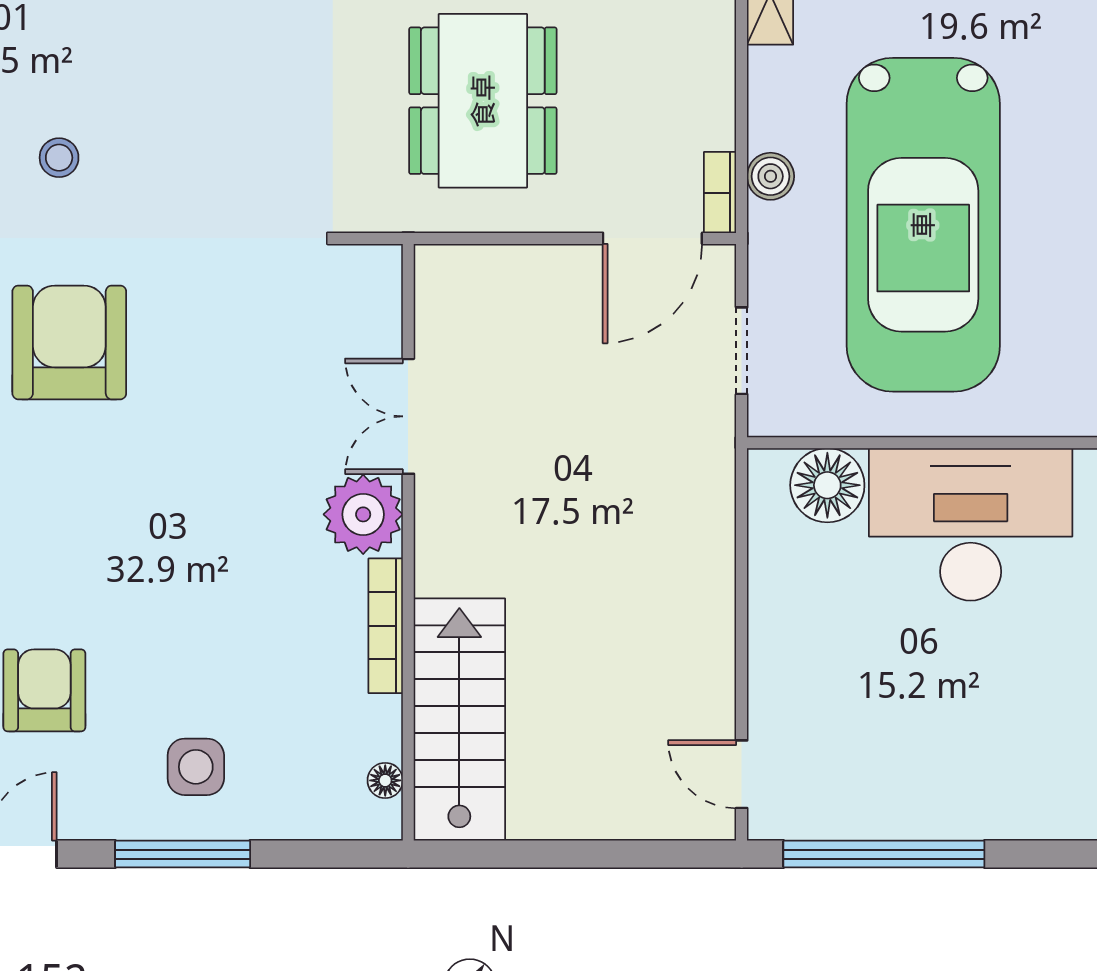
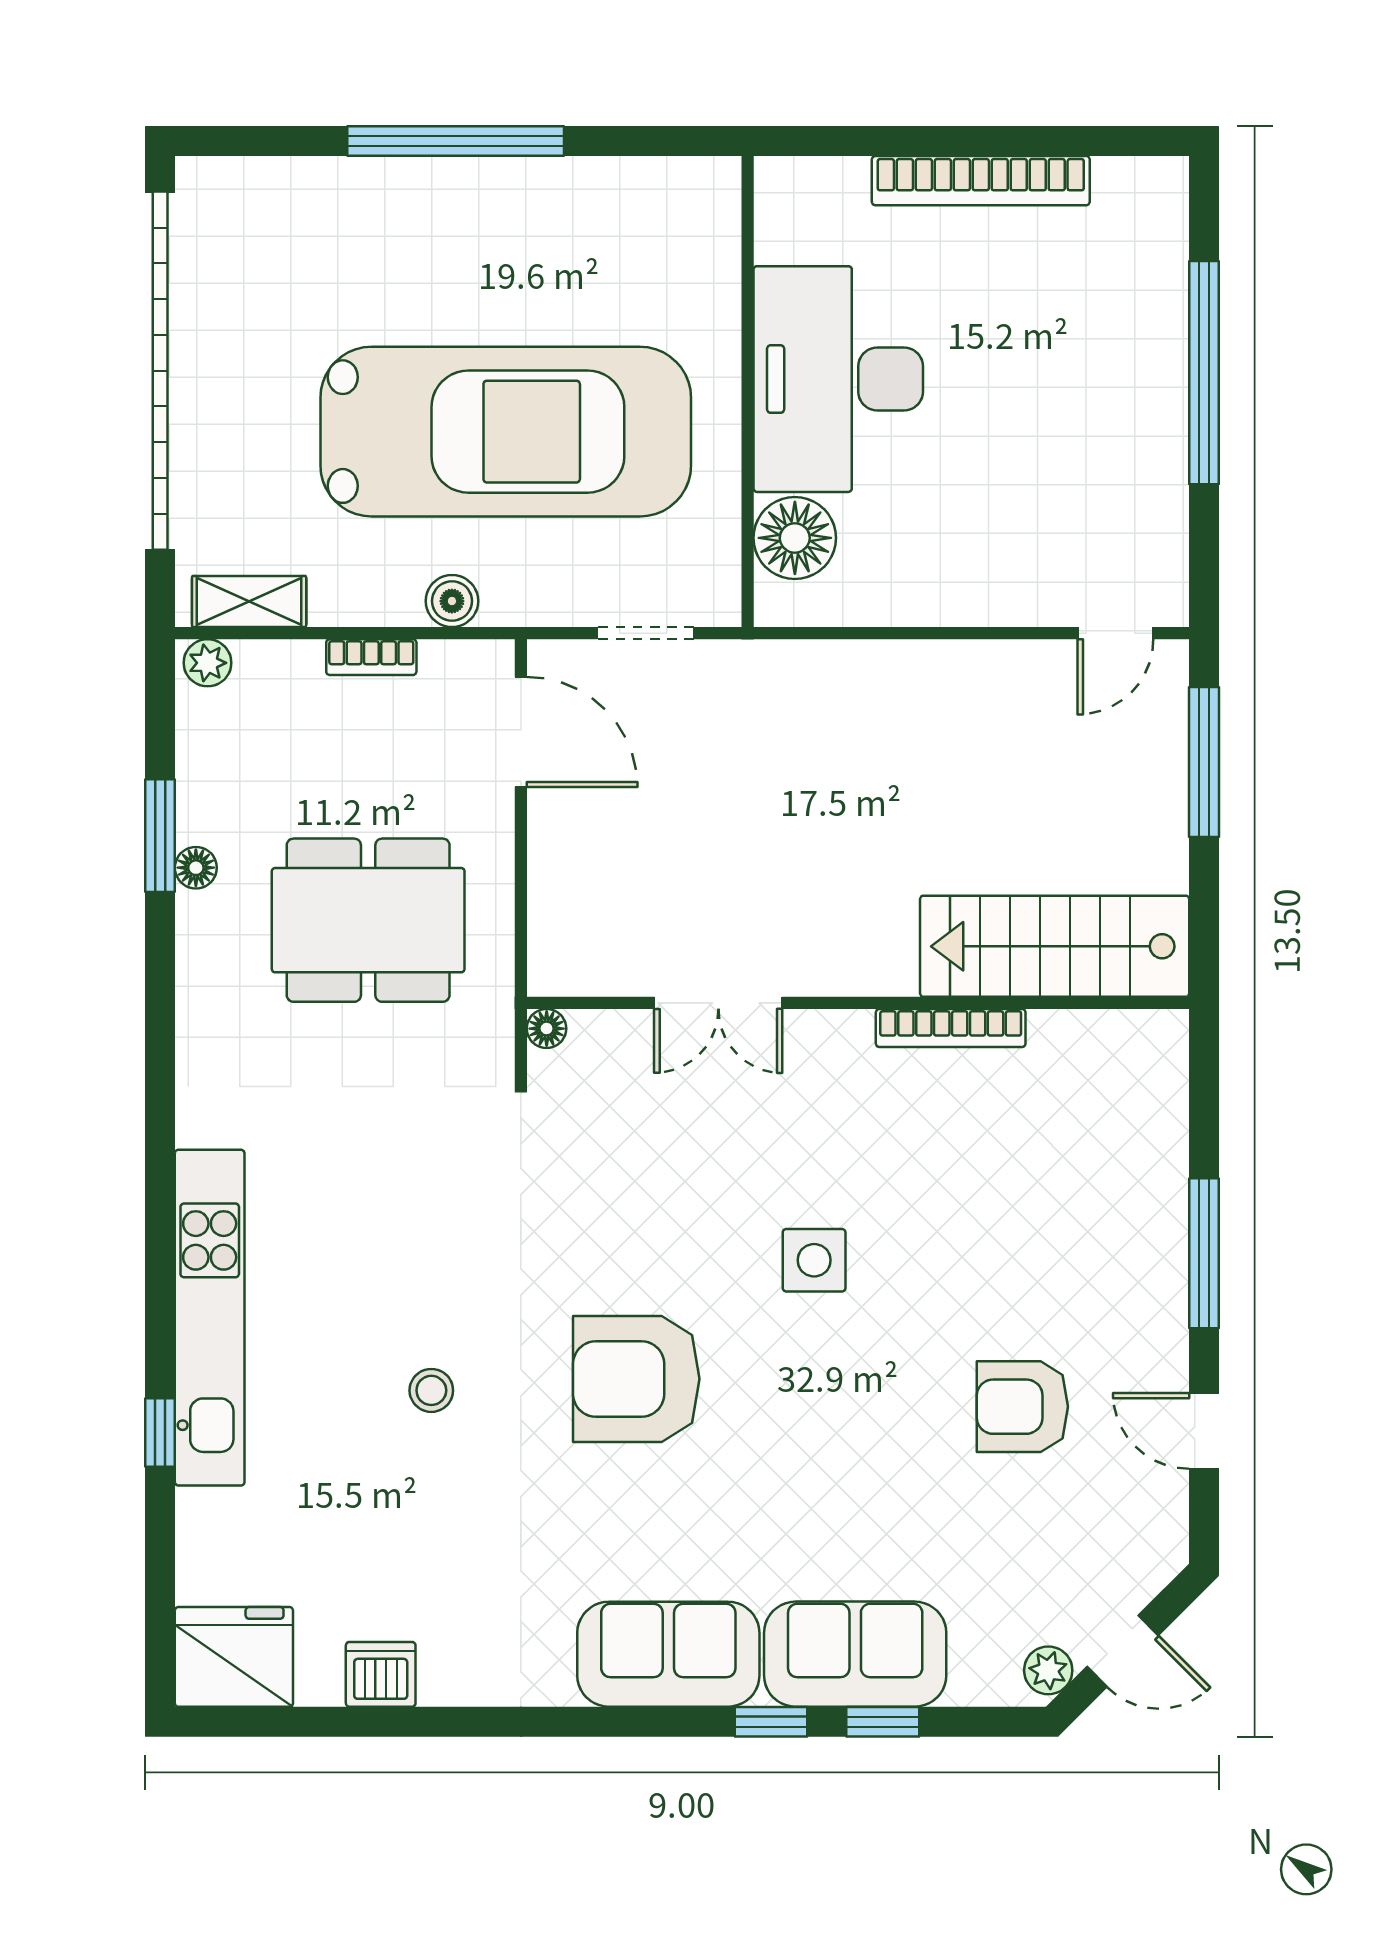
bookcase: (720, 193) -> (371, 657), moved
plant: (363, 514) -> (827, 1053), removed
side table: (196, 767) -> (814, 1260), moved
floor lamp: (385, 780) -> (547, 1029), moved
window: (625, 854) -> (1204, 762), added
window: (884, 854) -> (1204, 373), moved

